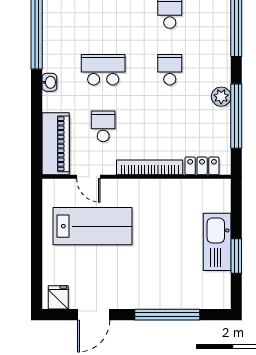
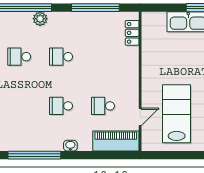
school desk: (103, 70) -> (61, 106), width x0.54
plant: (221, 97) -> (40, 19), moved
bookcase: (150, 167) -> (133, 72), removed

